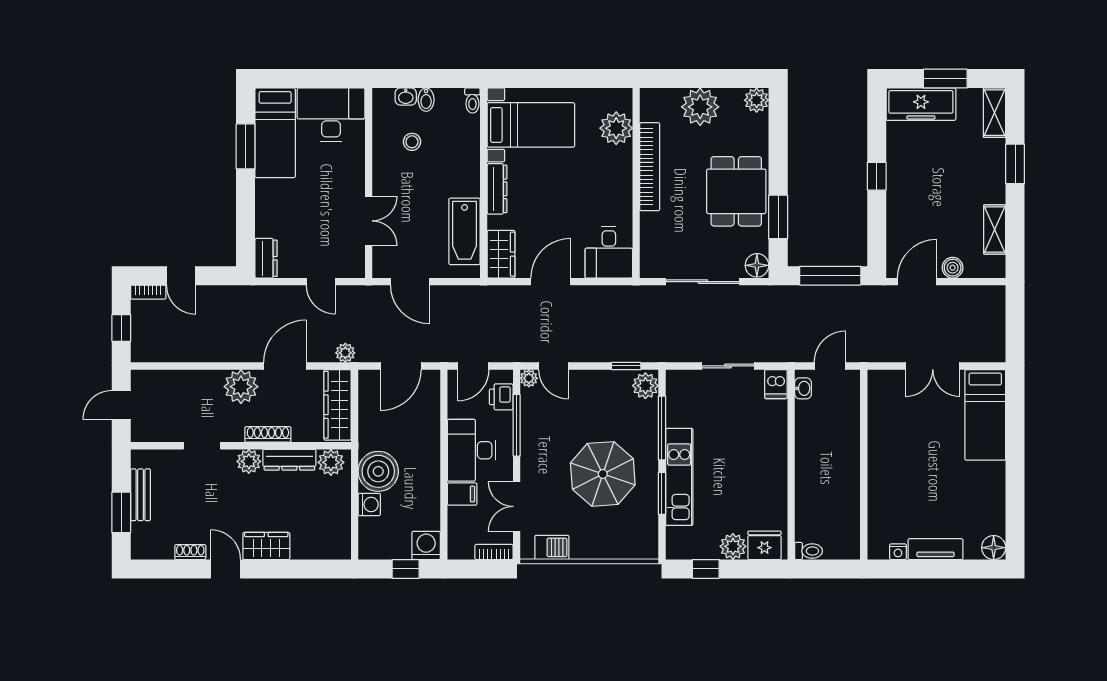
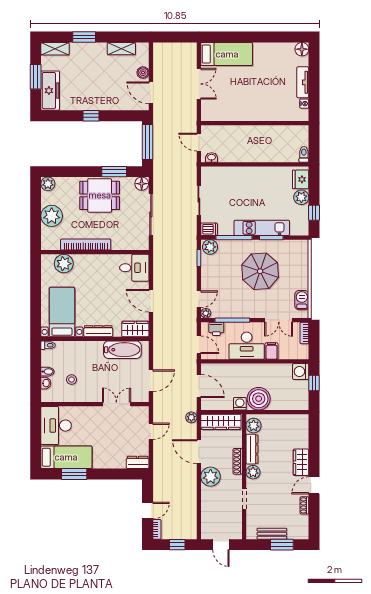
dishwasher: (776, 384) -> (209, 229), moved
washing machine: (369, 504) -> (240, 404), moved

